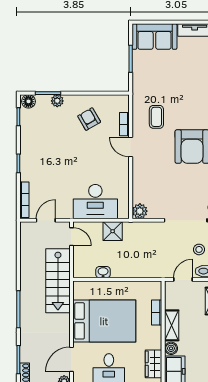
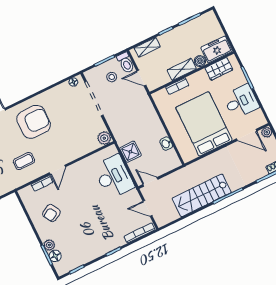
floor lamp: (28, 101) -> (55, 256), moved
door: (72, 237) -> (150, 182), hinge flipped
stairs: (58, 281) -> (202, 195), moved, turned 180

